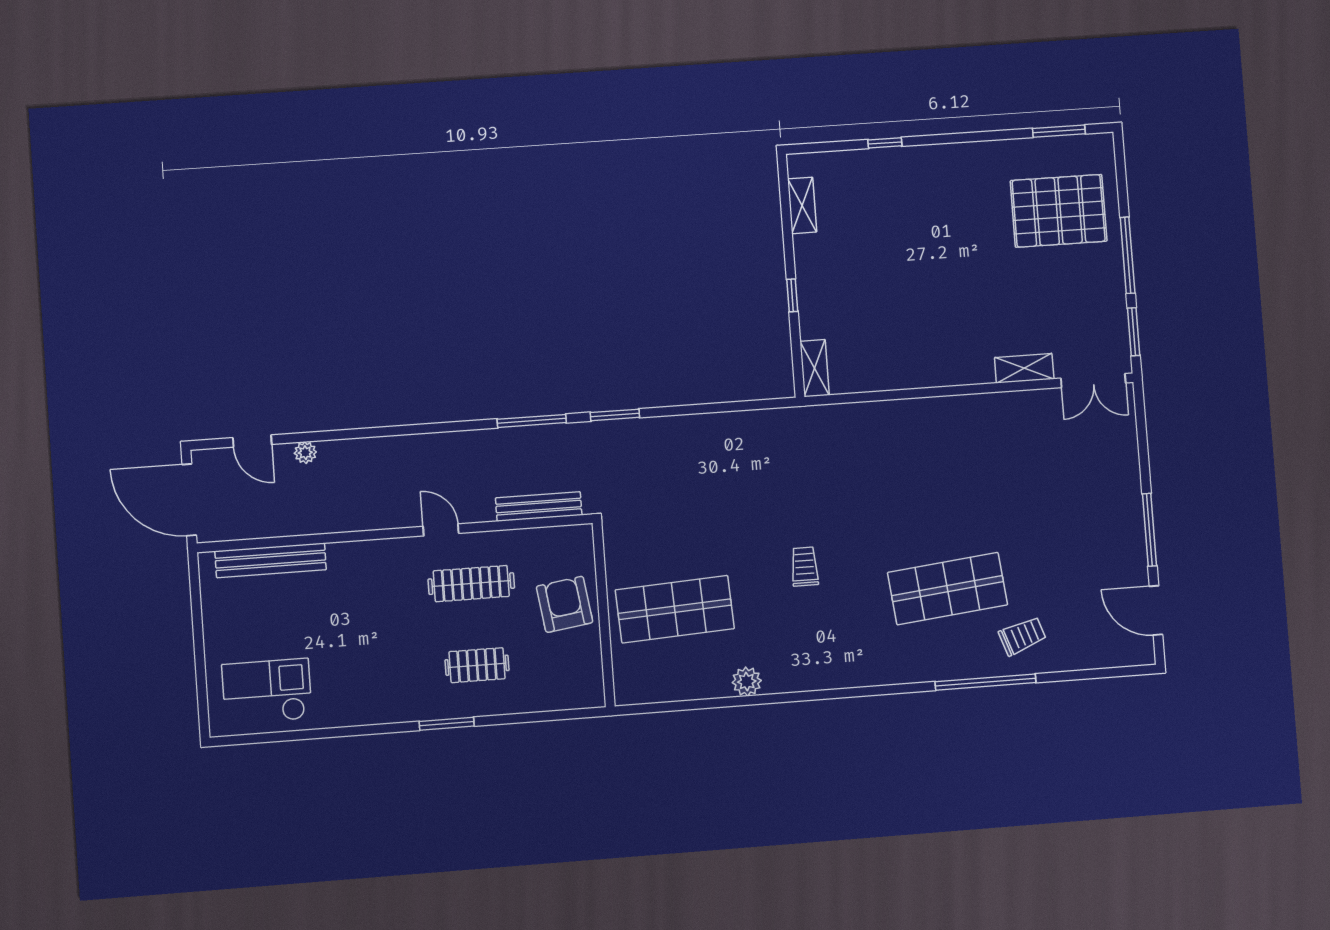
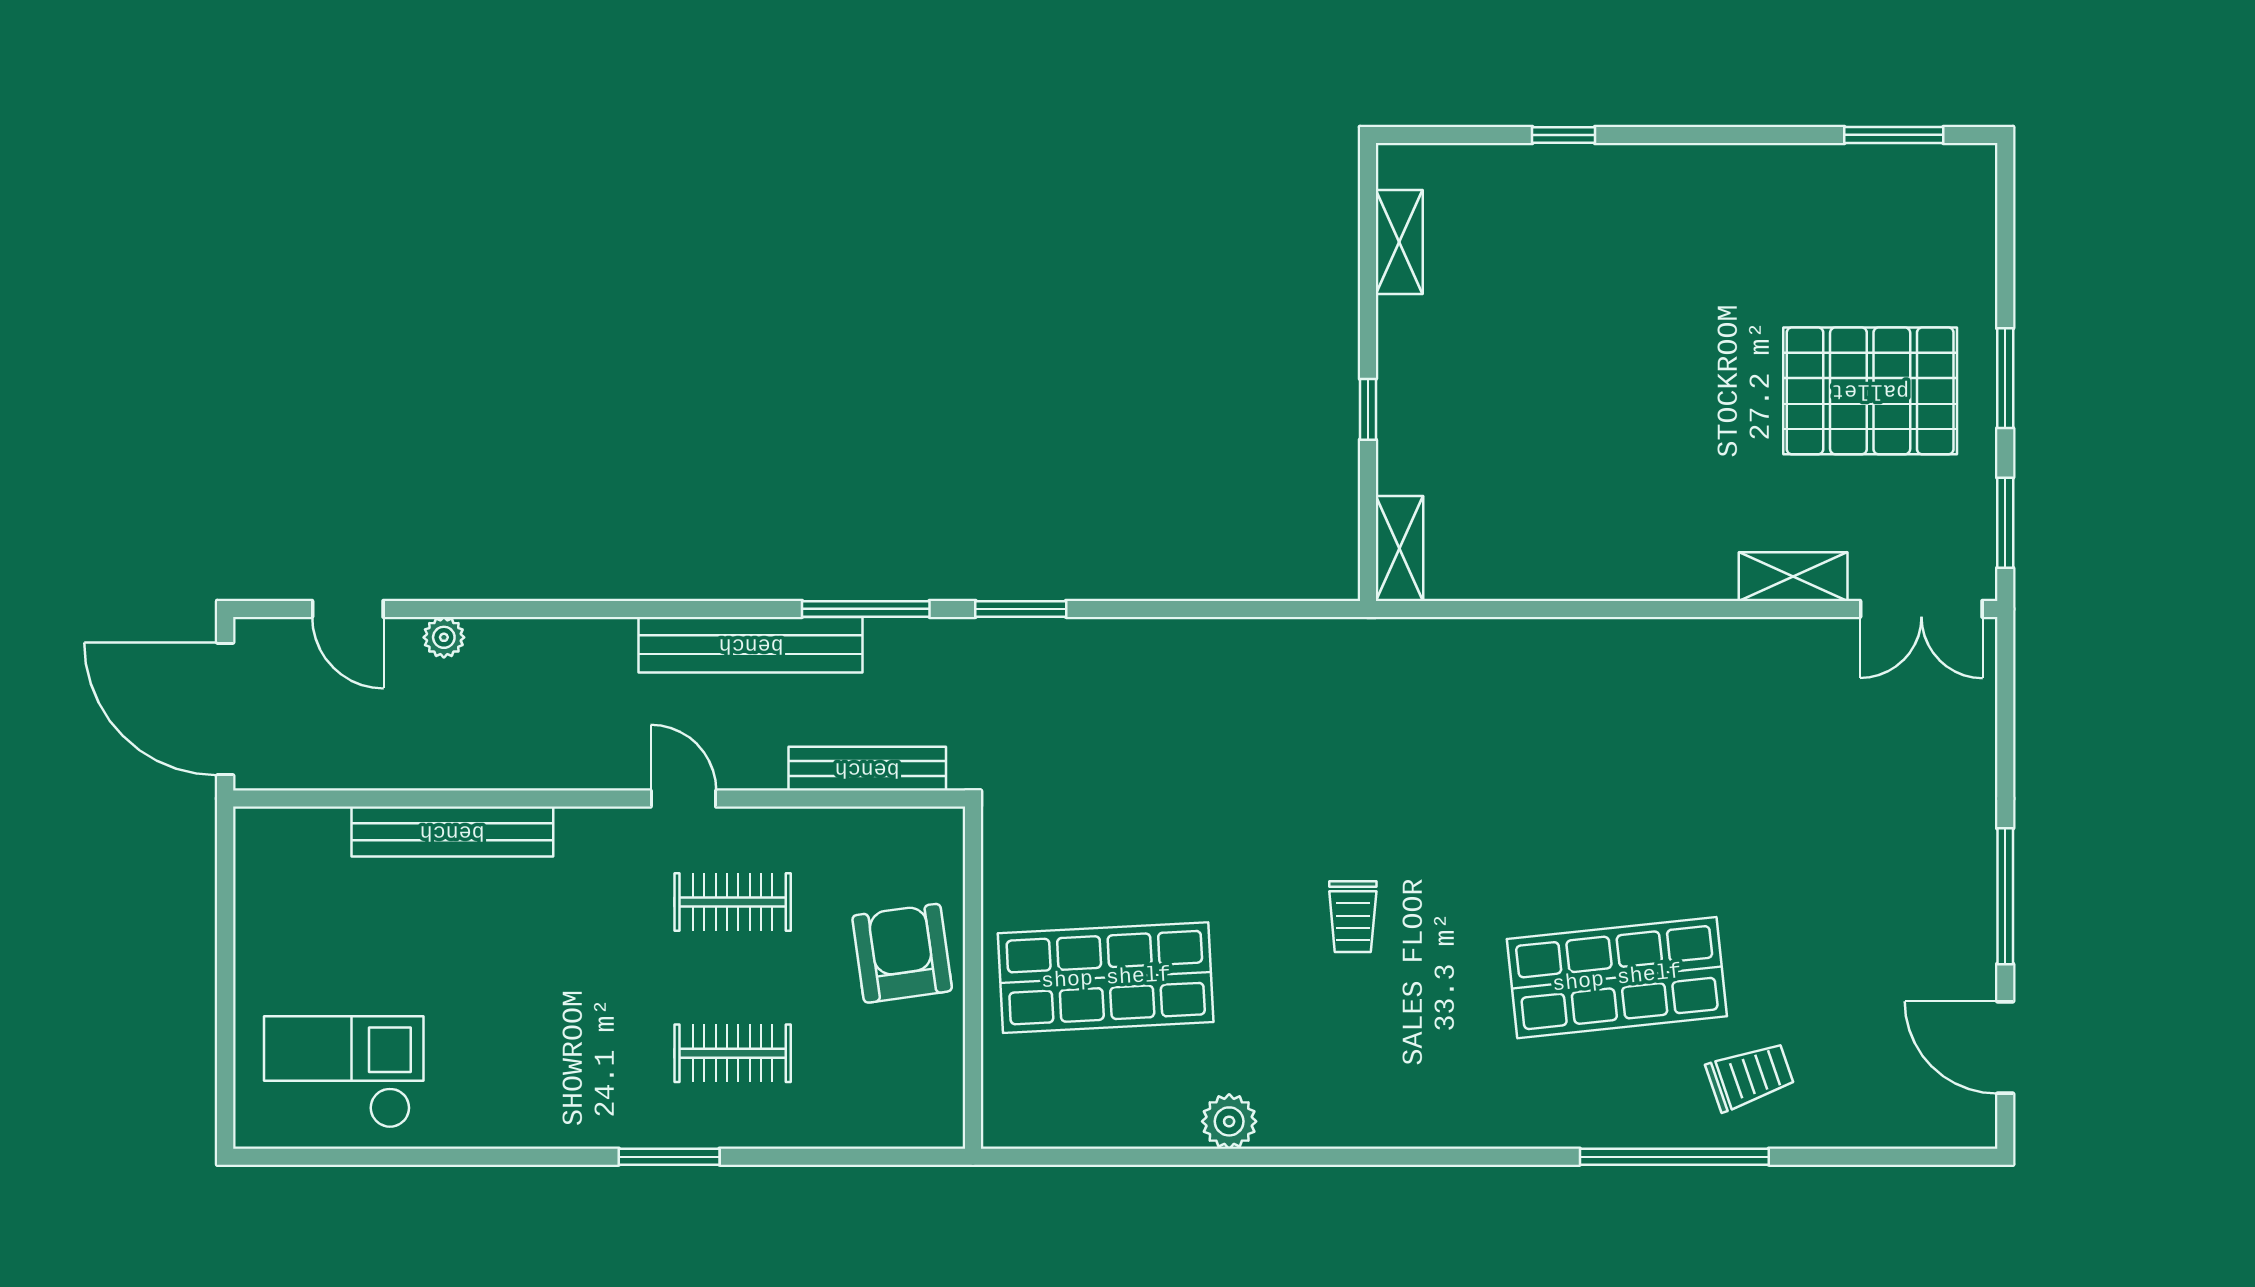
pallet: (1059, 211) -> (1870, 391), moved
window: (1128, 255) -> (2005, 378), width x0.69
bench: (471, 445) -> (751, 645), added
bench: (271, 560) -> (452, 832), moved
trolley: (805, 567) -> (1353, 917), turned 180
clothes rail: (471, 584) -> (733, 902), width x0.73

